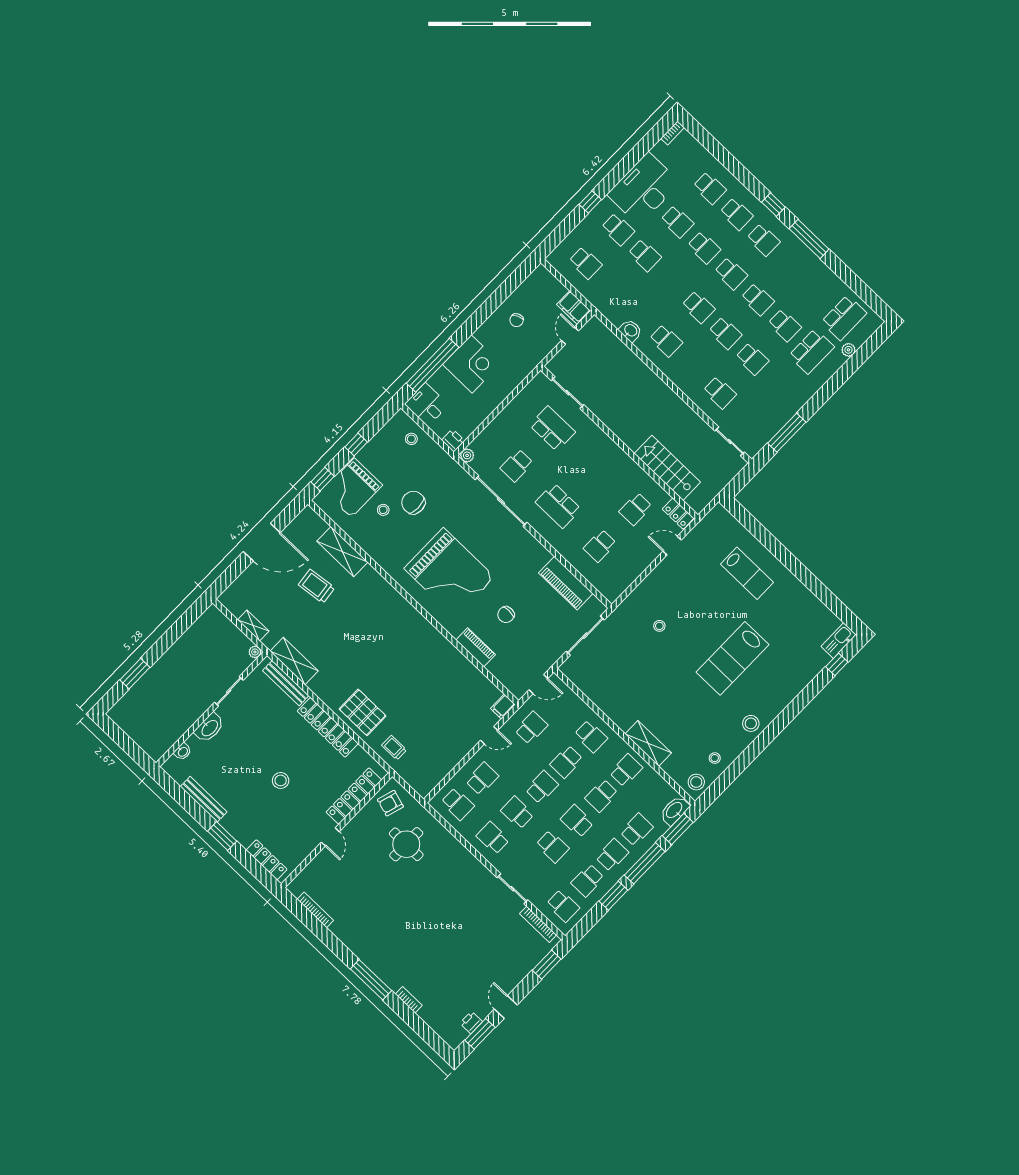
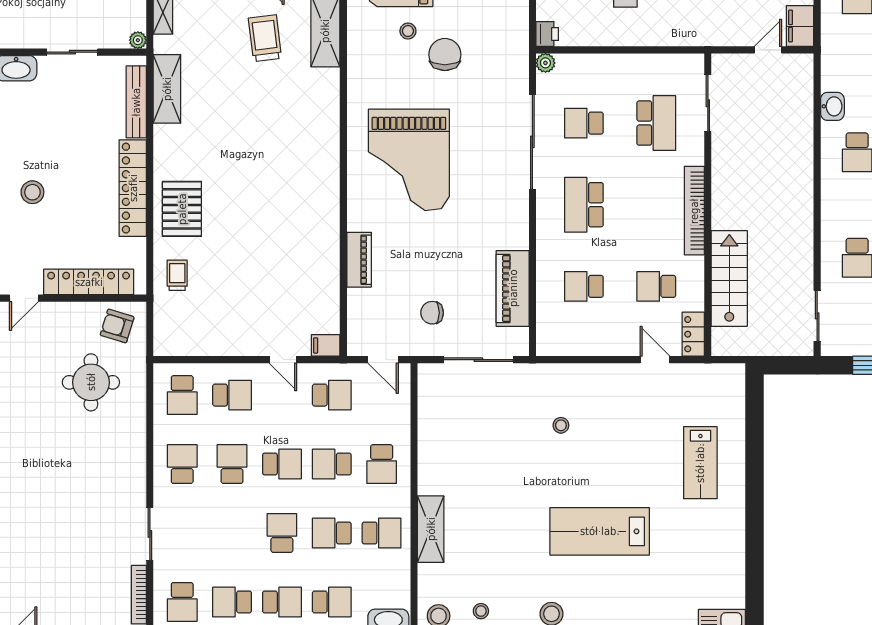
bookcase: (616, 452) -> (694, 211), added
chair: (506, 615) -> (432, 313), moved
school desk: (552, 846) -> (232, 533), removed

